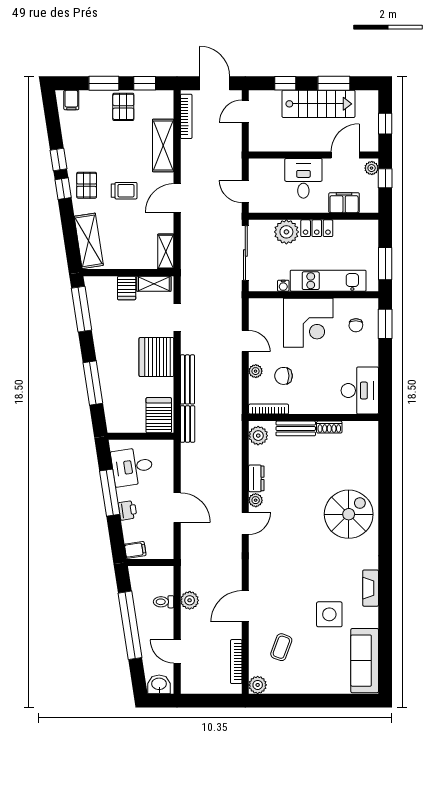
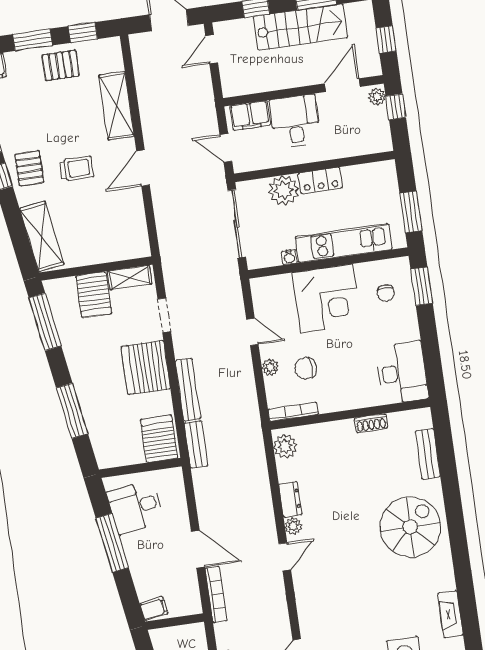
pallet: (123, 107) -> (61, 65), turned 90
bookcase: (186, 116) -> (216, 594), moved
filing cabinet: (344, 203) -> (250, 115), moved, turned 180
shelving: (166, 252) -> (139, 236), removed
server rack: (127, 288) -> (94, 295), width x1.36, depth x1.44
bench: (296, 428) -> (428, 454), moved, turned 90
printer: (128, 510) -> (137, 561), removed

